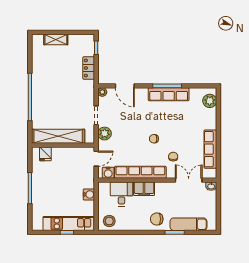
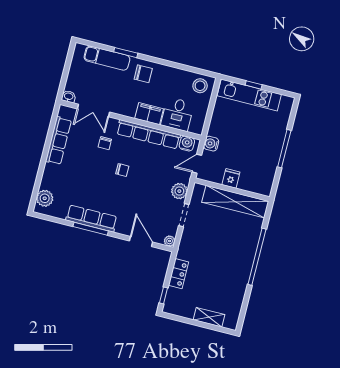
fridge: (45, 154) -> (231, 178), moved
water cooler: (89, 194) -> (211, 144), moved

